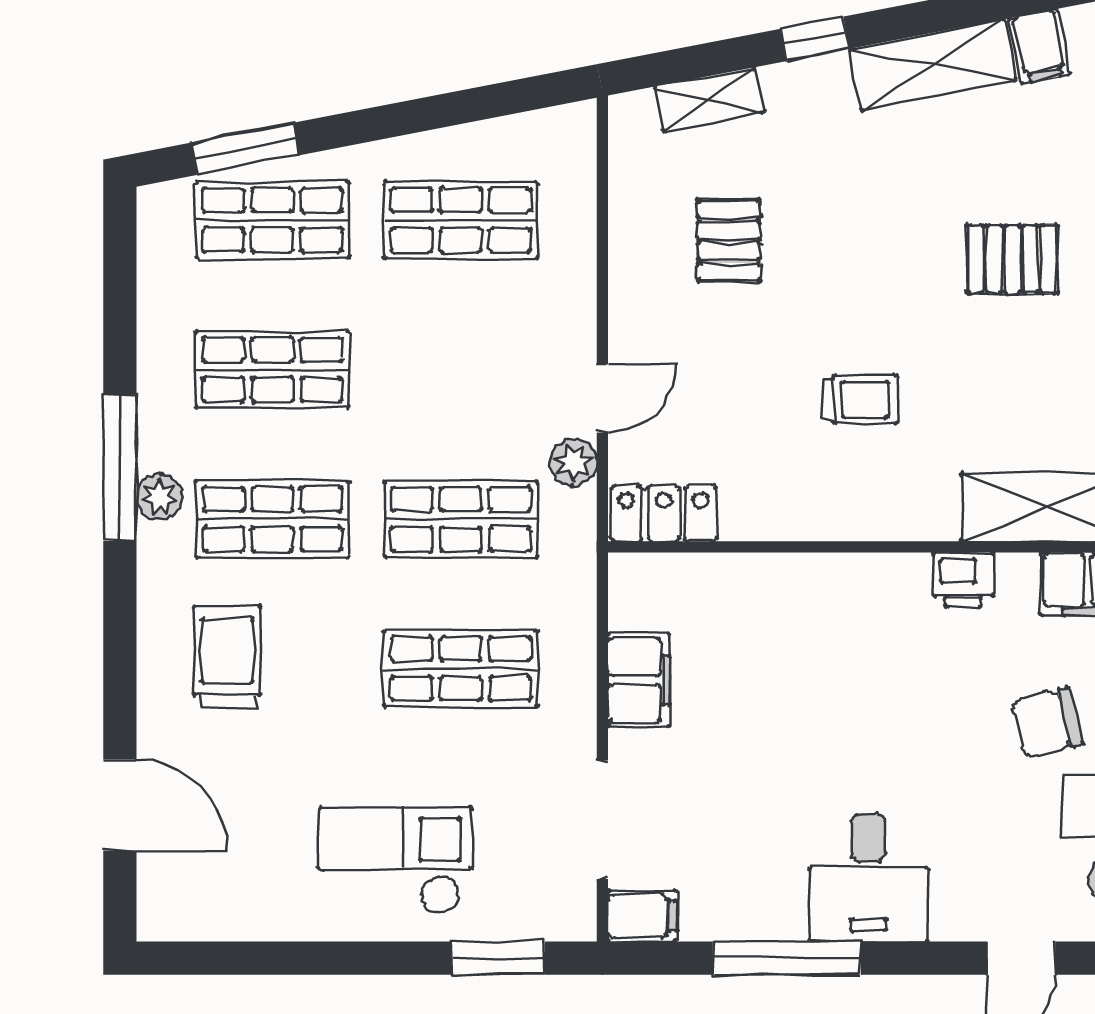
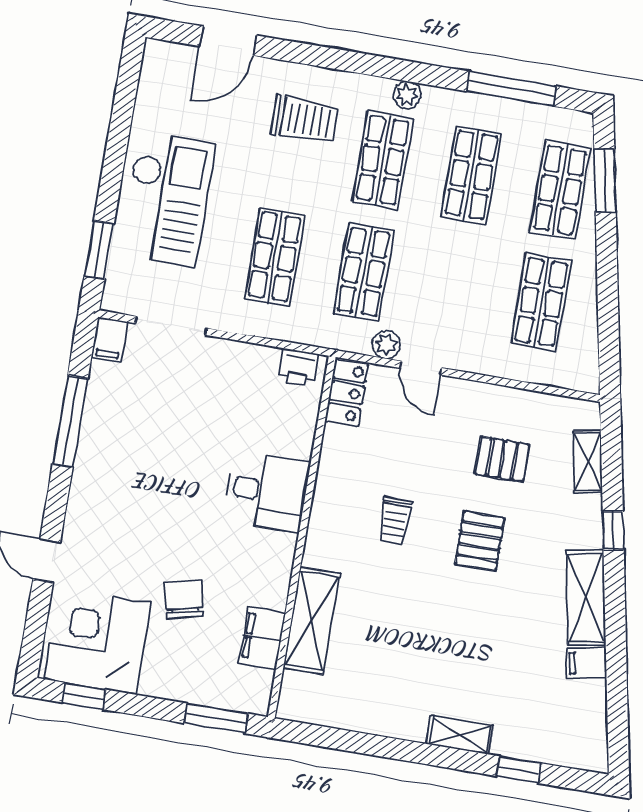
pallet: (1013, 259) -> (480, 541), moved
window: (120, 468) -> (512, 89), moved
printer: (963, 580) -> (299, 367), moved, turned -90
filing cabinet: (639, 680) -> (250, 361), removed
checkout: (396, 861) -> (167, 199), width x1.36, depth x1.21
desk: (868, 877) -> (267, 491), moved, turned 180

